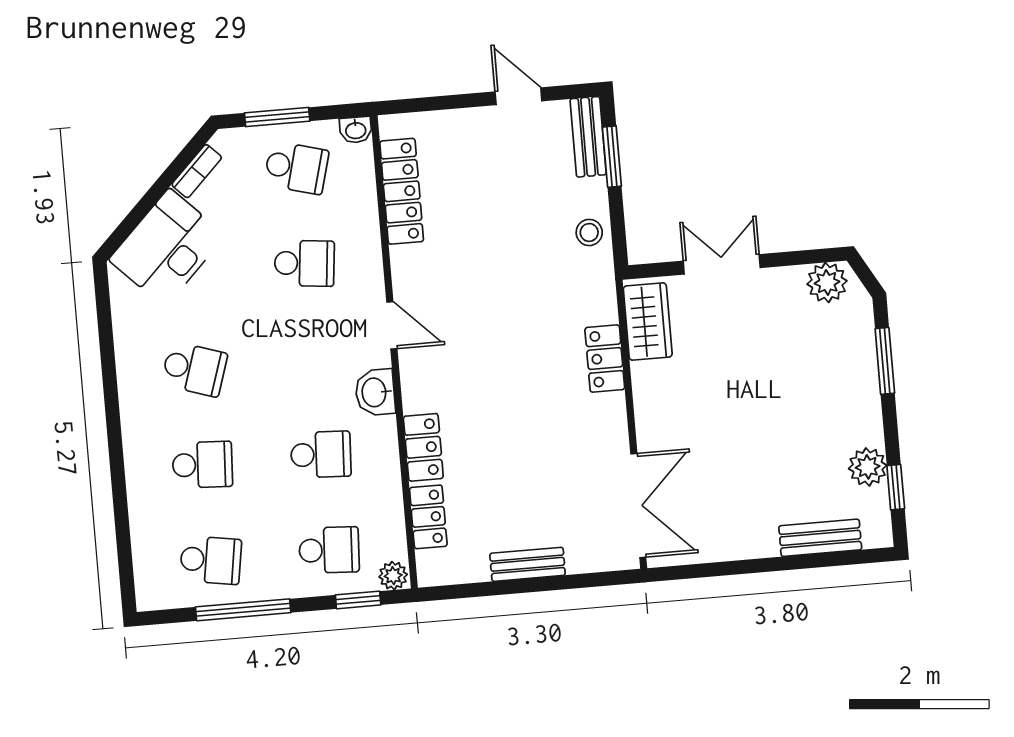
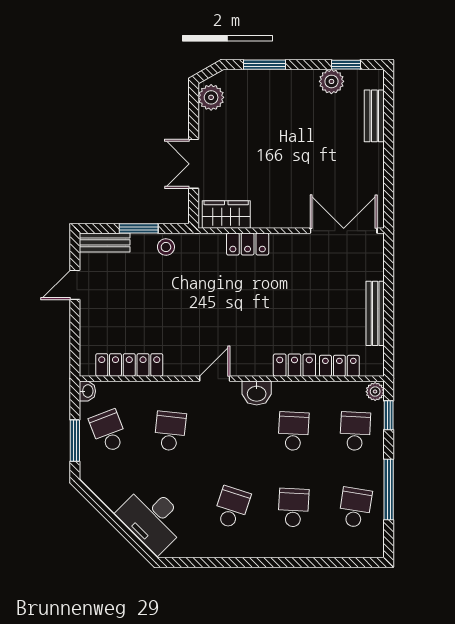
window: (612, 157) -> (139, 228), moved
school desk: (296, 168) -> (108, 431), turned -36
bookcase: (197, 171) -> (105, 495), removed
bench: (528, 564) -> (375, 313), width x1.36

